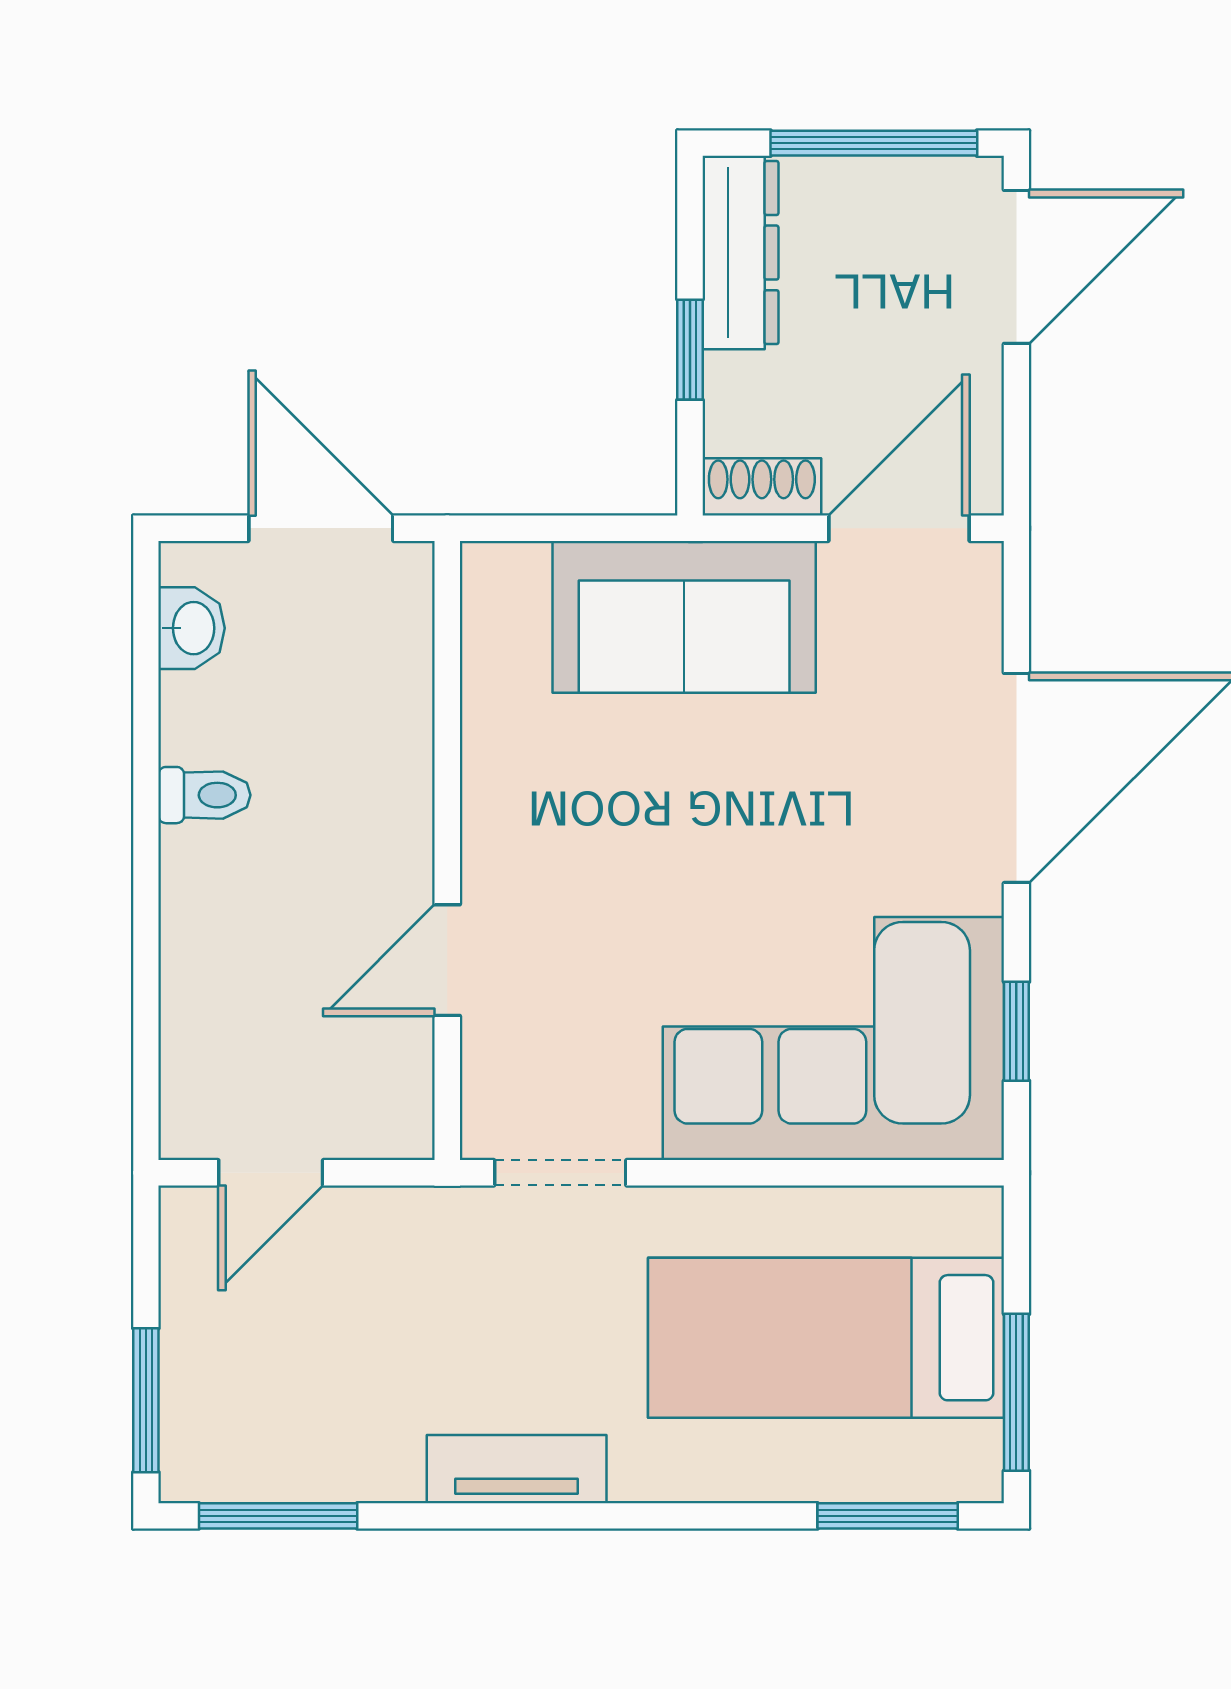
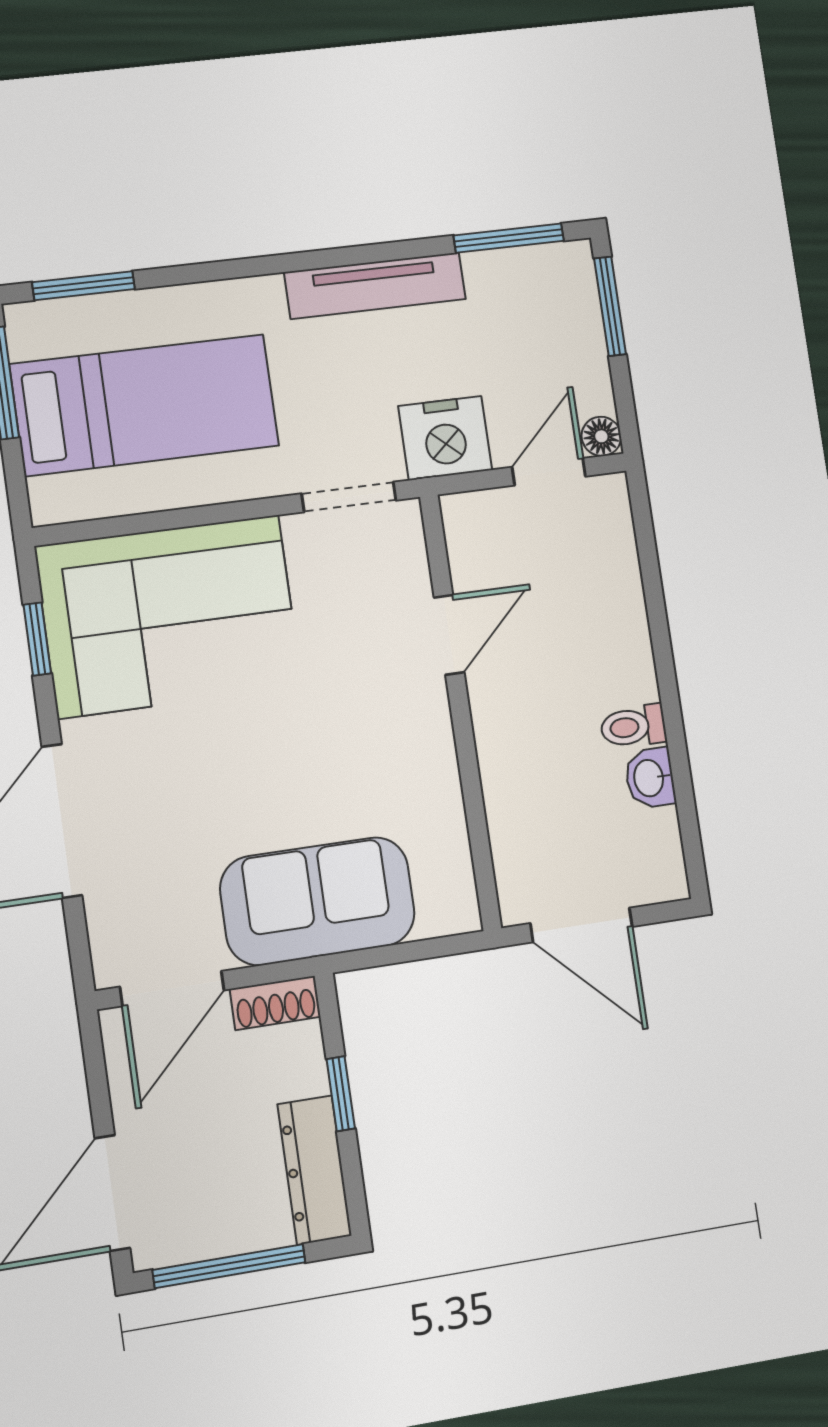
washbasin: (192, 628) -> (650, 778), moved
floor lamp: (187, 1214) -> (601, 436), added
nightstand: (412, 1239) -> (445, 438), added
tv unit: (517, 1469) -> (375, 286), width x1.41

